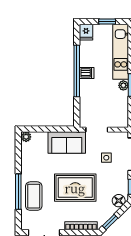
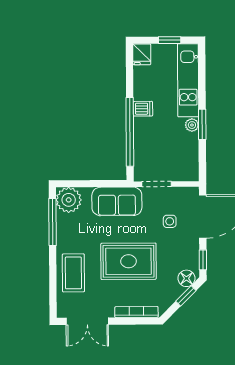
window: (77, 71) -> (130, 132), moved
plant: (26, 137) -> (69, 200), width x1.87, depth x1.87
window: (18, 192) -> (53, 222), moved
window: (110, 222) -> (186, 296), moved

